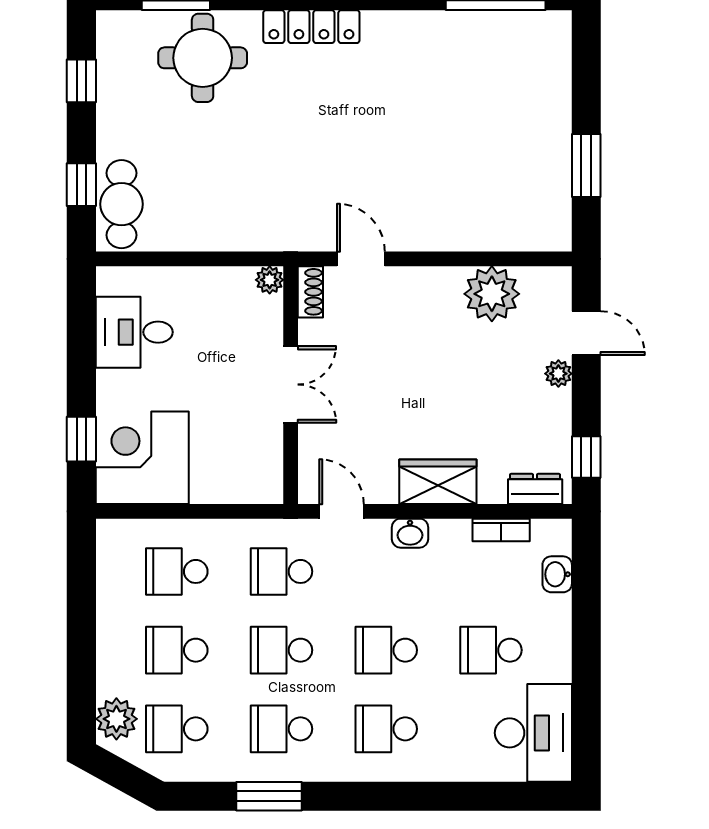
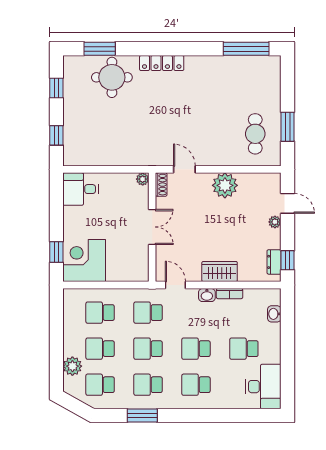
cafe table: (121, 204) -> (255, 134), moved
plant: (492, 294) -> (225, 185), moved
desk: (134, 332) -> (81, 189), moved
dresser: (535, 489) -> (274, 262), moved, turned -90
bookcase: (501, 530) -> (230, 294), moved
plant: (116, 719) -> (72, 366), moved

